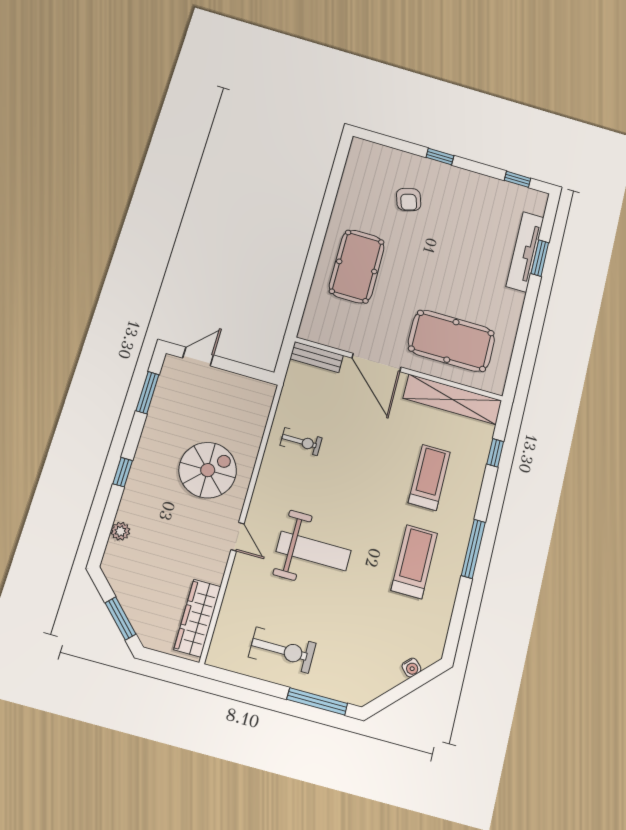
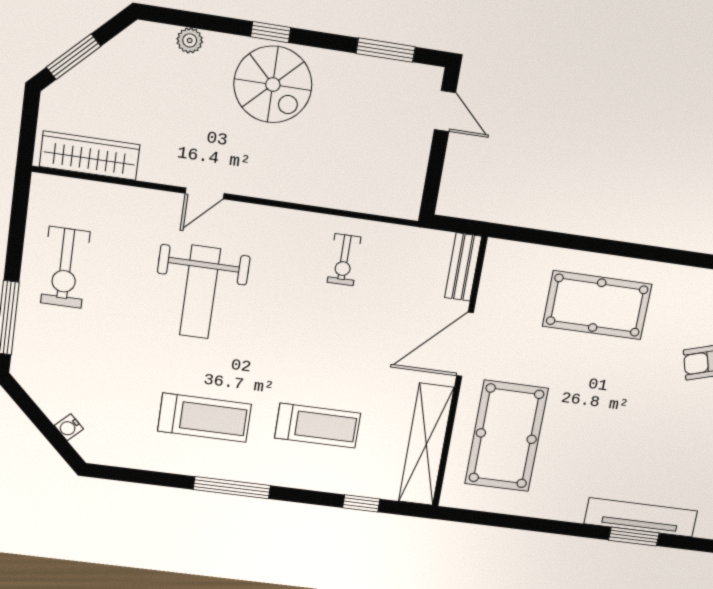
spiral stairs: (208, 470) -> (273, 84), moved

